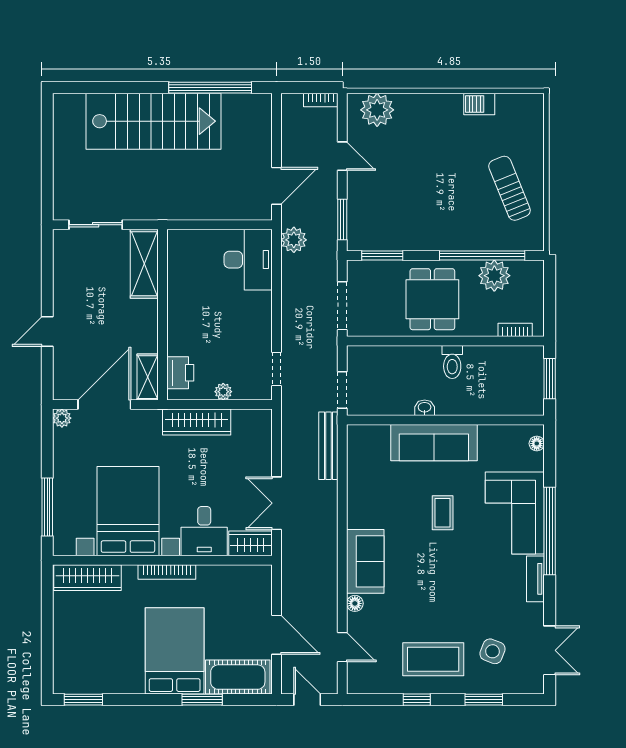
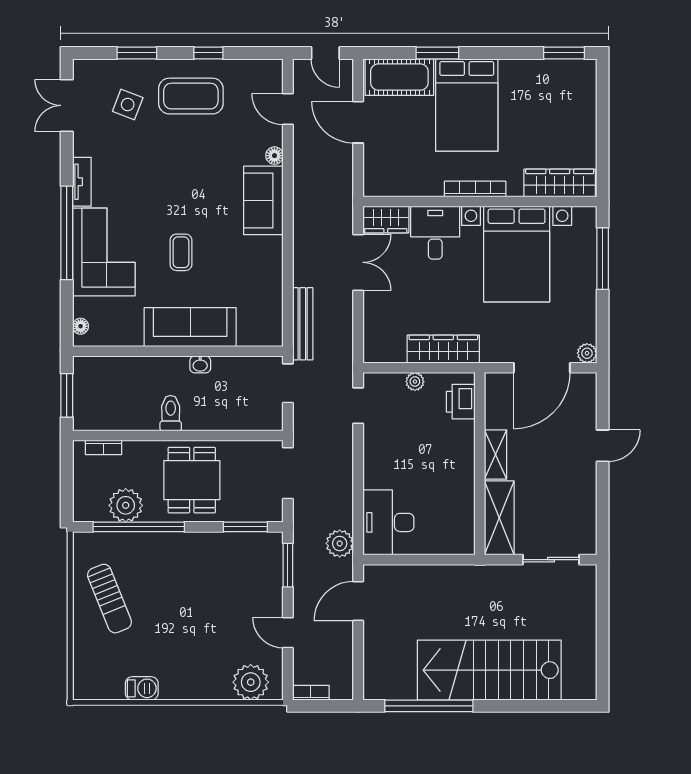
shelving: (148, 377) -> (496, 454), moved

